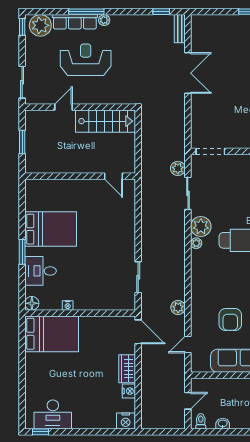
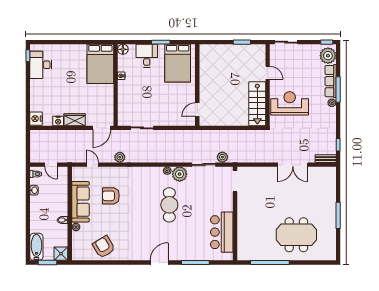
reception desk: (86, 60) -> (290, 103), moved, turned -90
wall: (80, 176) -> (197, 85), moved
door: (114, 176) -> (197, 110), moved

